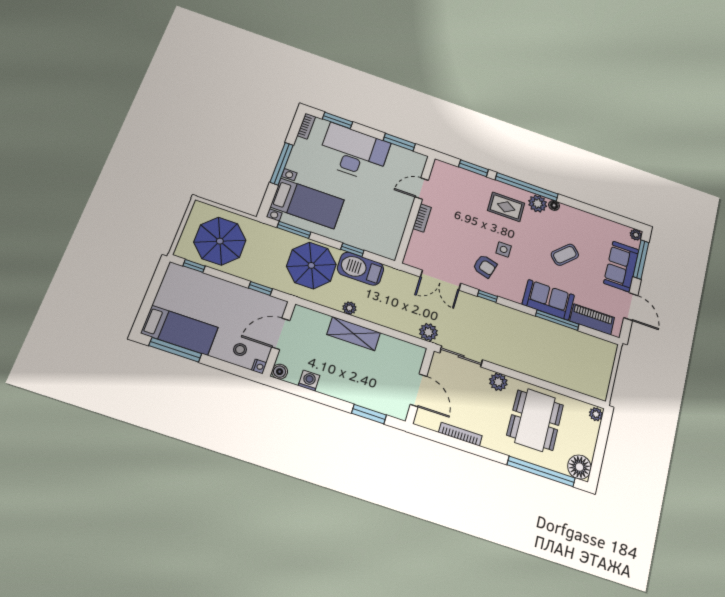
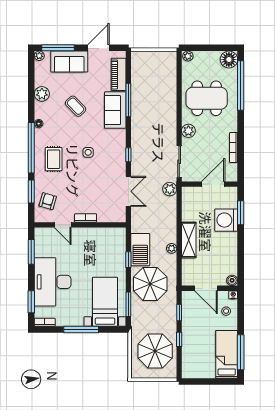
plant: (538, 204) -> (42, 94), moved
window: (194, 266) -> (179, 339), moved
armchair: (485, 266) -> (48, 201), moved
washing machine: (309, 381) -> (226, 220), moved, width x1.89, depth x1.89

